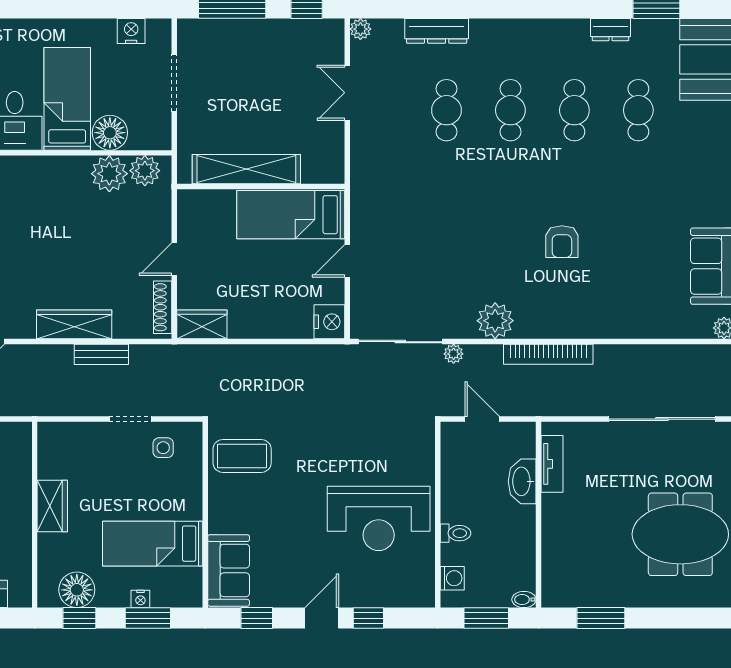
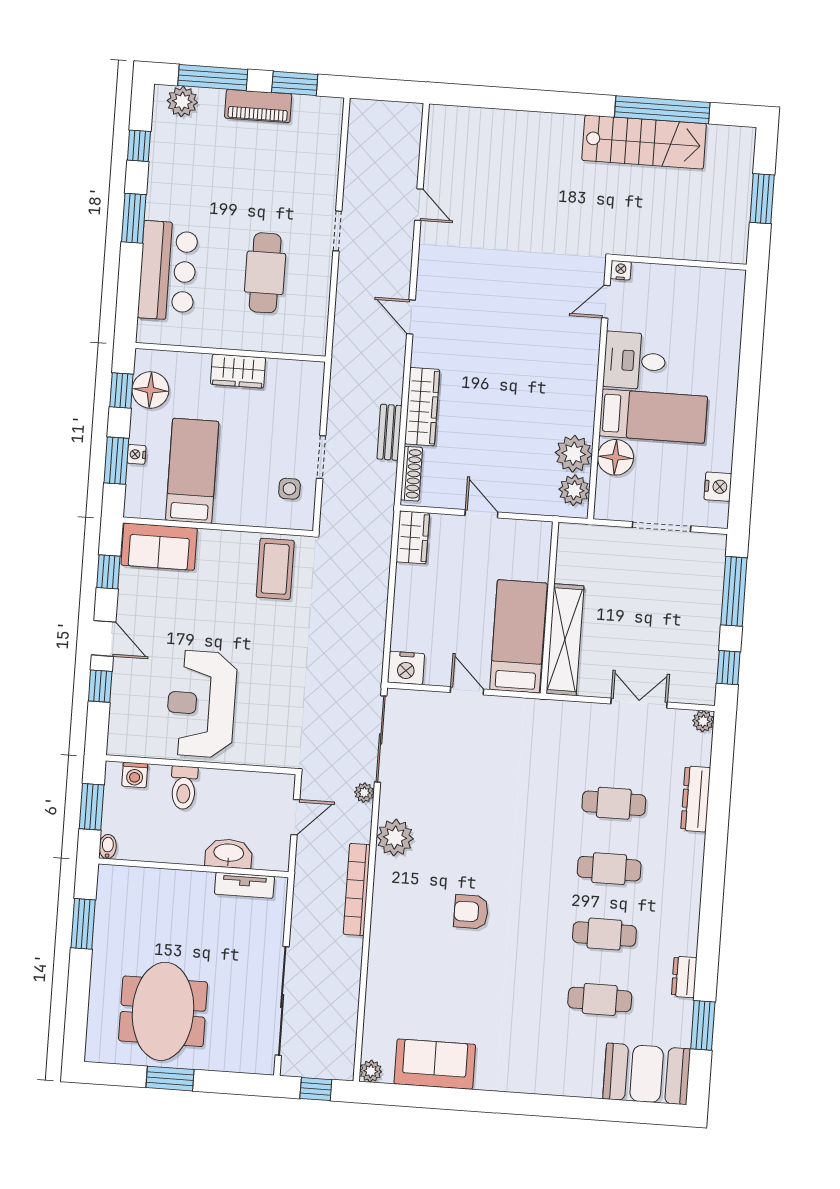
shelving: (246, 169) -> (565, 640), moved
shoe rack: (163, 307) -> (412, 474), moved, turned 90
toilet: (456, 533) -> (184, 788), width x1.37, depth x1.39

